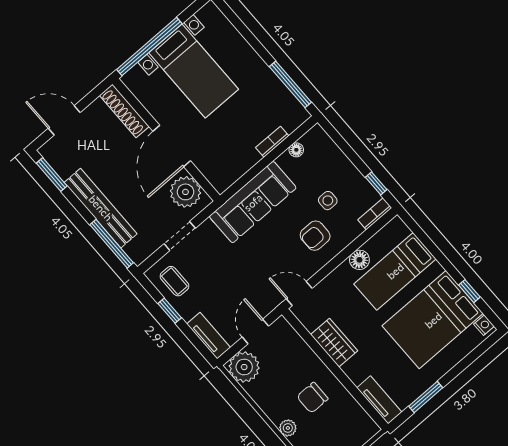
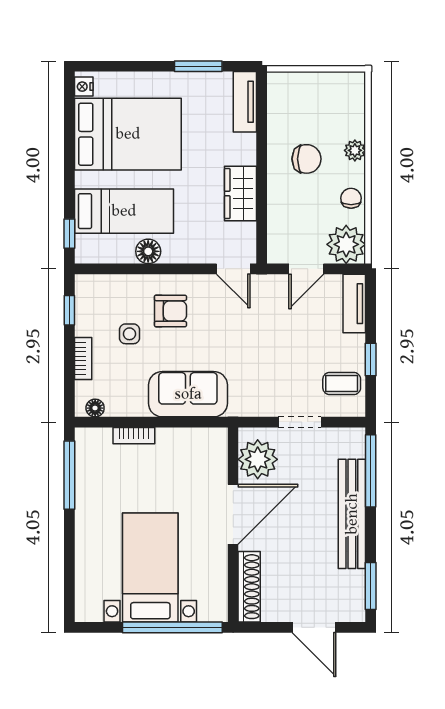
floor lamp: (296, 150) -> (95, 408), moved
sofa: (253, 202) -> (188, 394), width x0.73
bookcase: (375, 214) -> (83, 358), moved, turned -90
coffee table: (174, 281) -> (342, 383), turned 90
window: (469, 291) -> (69, 234), moved
chair: (265, 397) -> (351, 198), added

